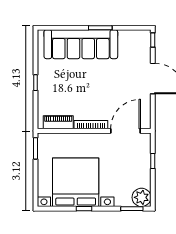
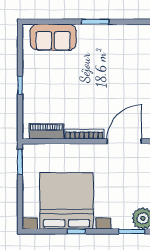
sofa: (81, 44) -> (53, 37), width x0.54, depth x0.79

